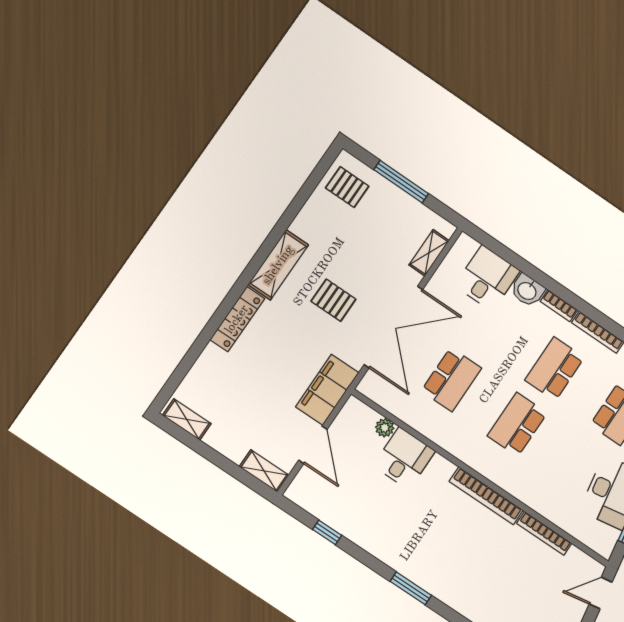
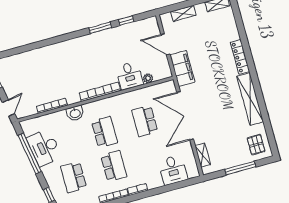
pallet: (347, 187) -> (256, 145), turned 90
shelving: (278, 265) -> (250, 99), width x1.47
washbasin: (527, 290) -> (75, 113), moved, turned 180
pallet: (333, 300) -> (216, 101), removed
shelving: (264, 471) -> (183, 13), moved
bookcase: (486, 496) -> (100, 92), moved
window: (411, 588) -> (100, 28), moved

